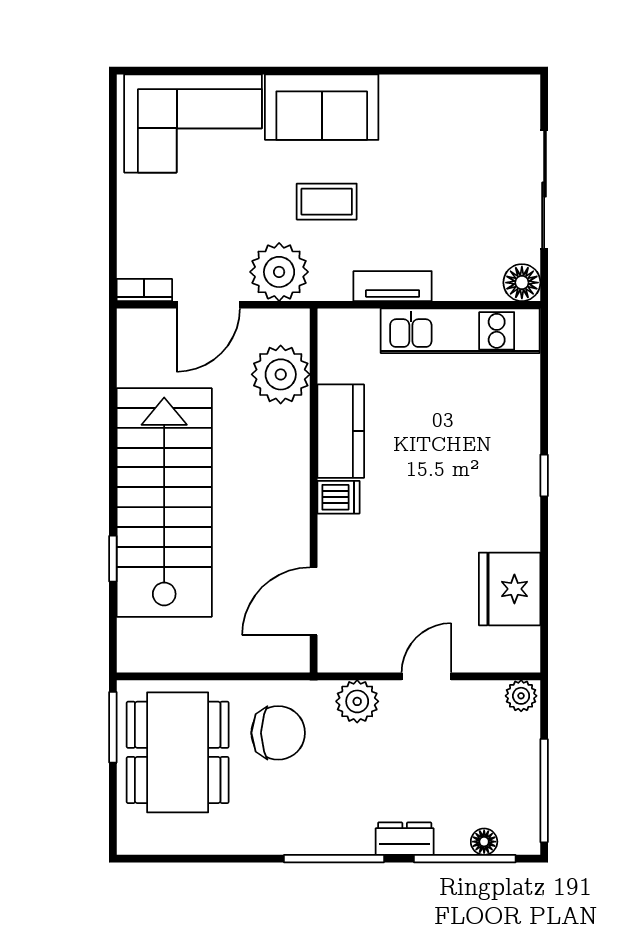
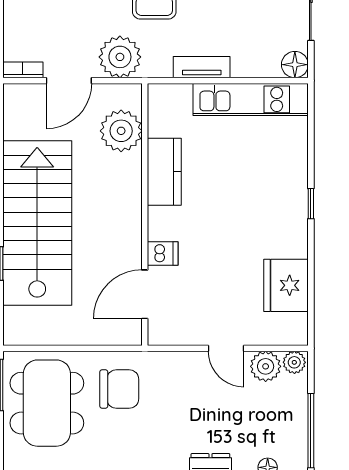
dishwasher: (338, 497) -> (163, 253), moved
door: (426, 676) -> (226, 348), swing flipped
plant: (357, 701) -> (266, 366), moved

